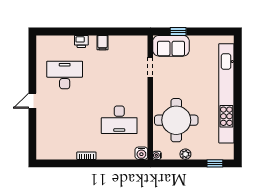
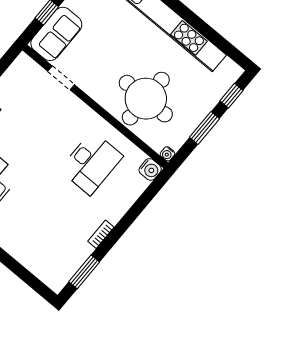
plant: (185, 154) -> (193, 120), removed
window: (60, 163) -> (84, 272), added
window: (186, 163) -> (204, 128), added

